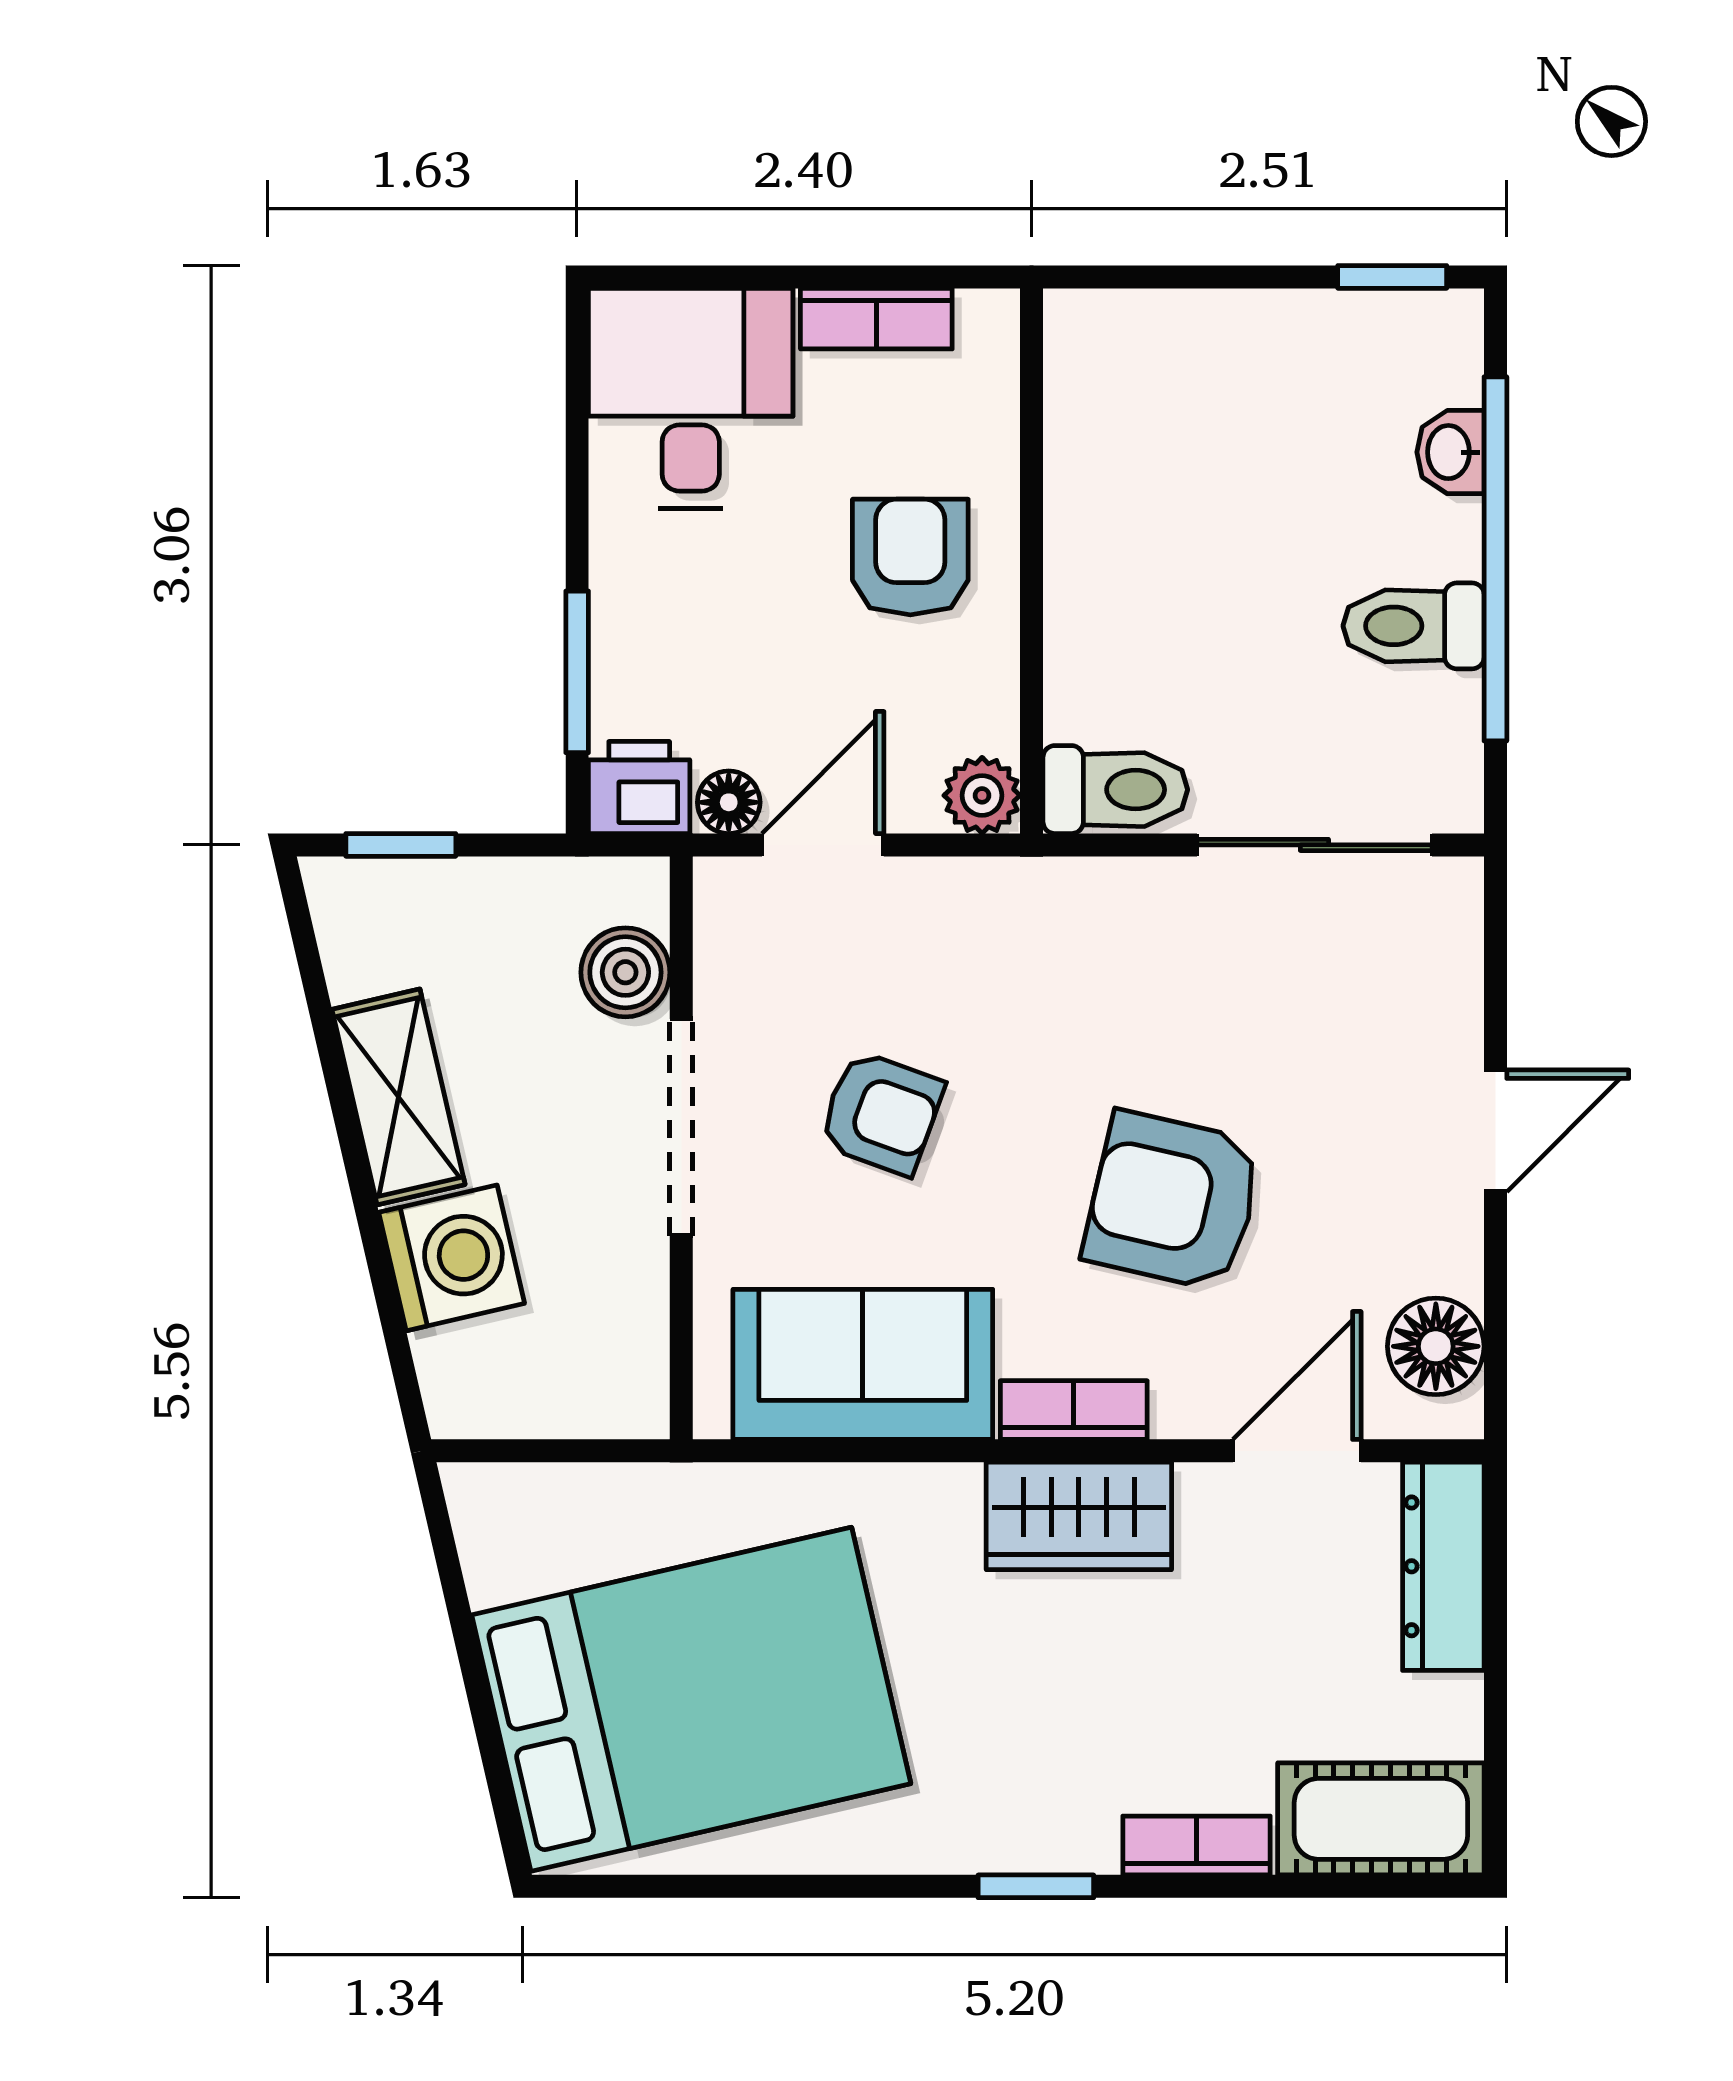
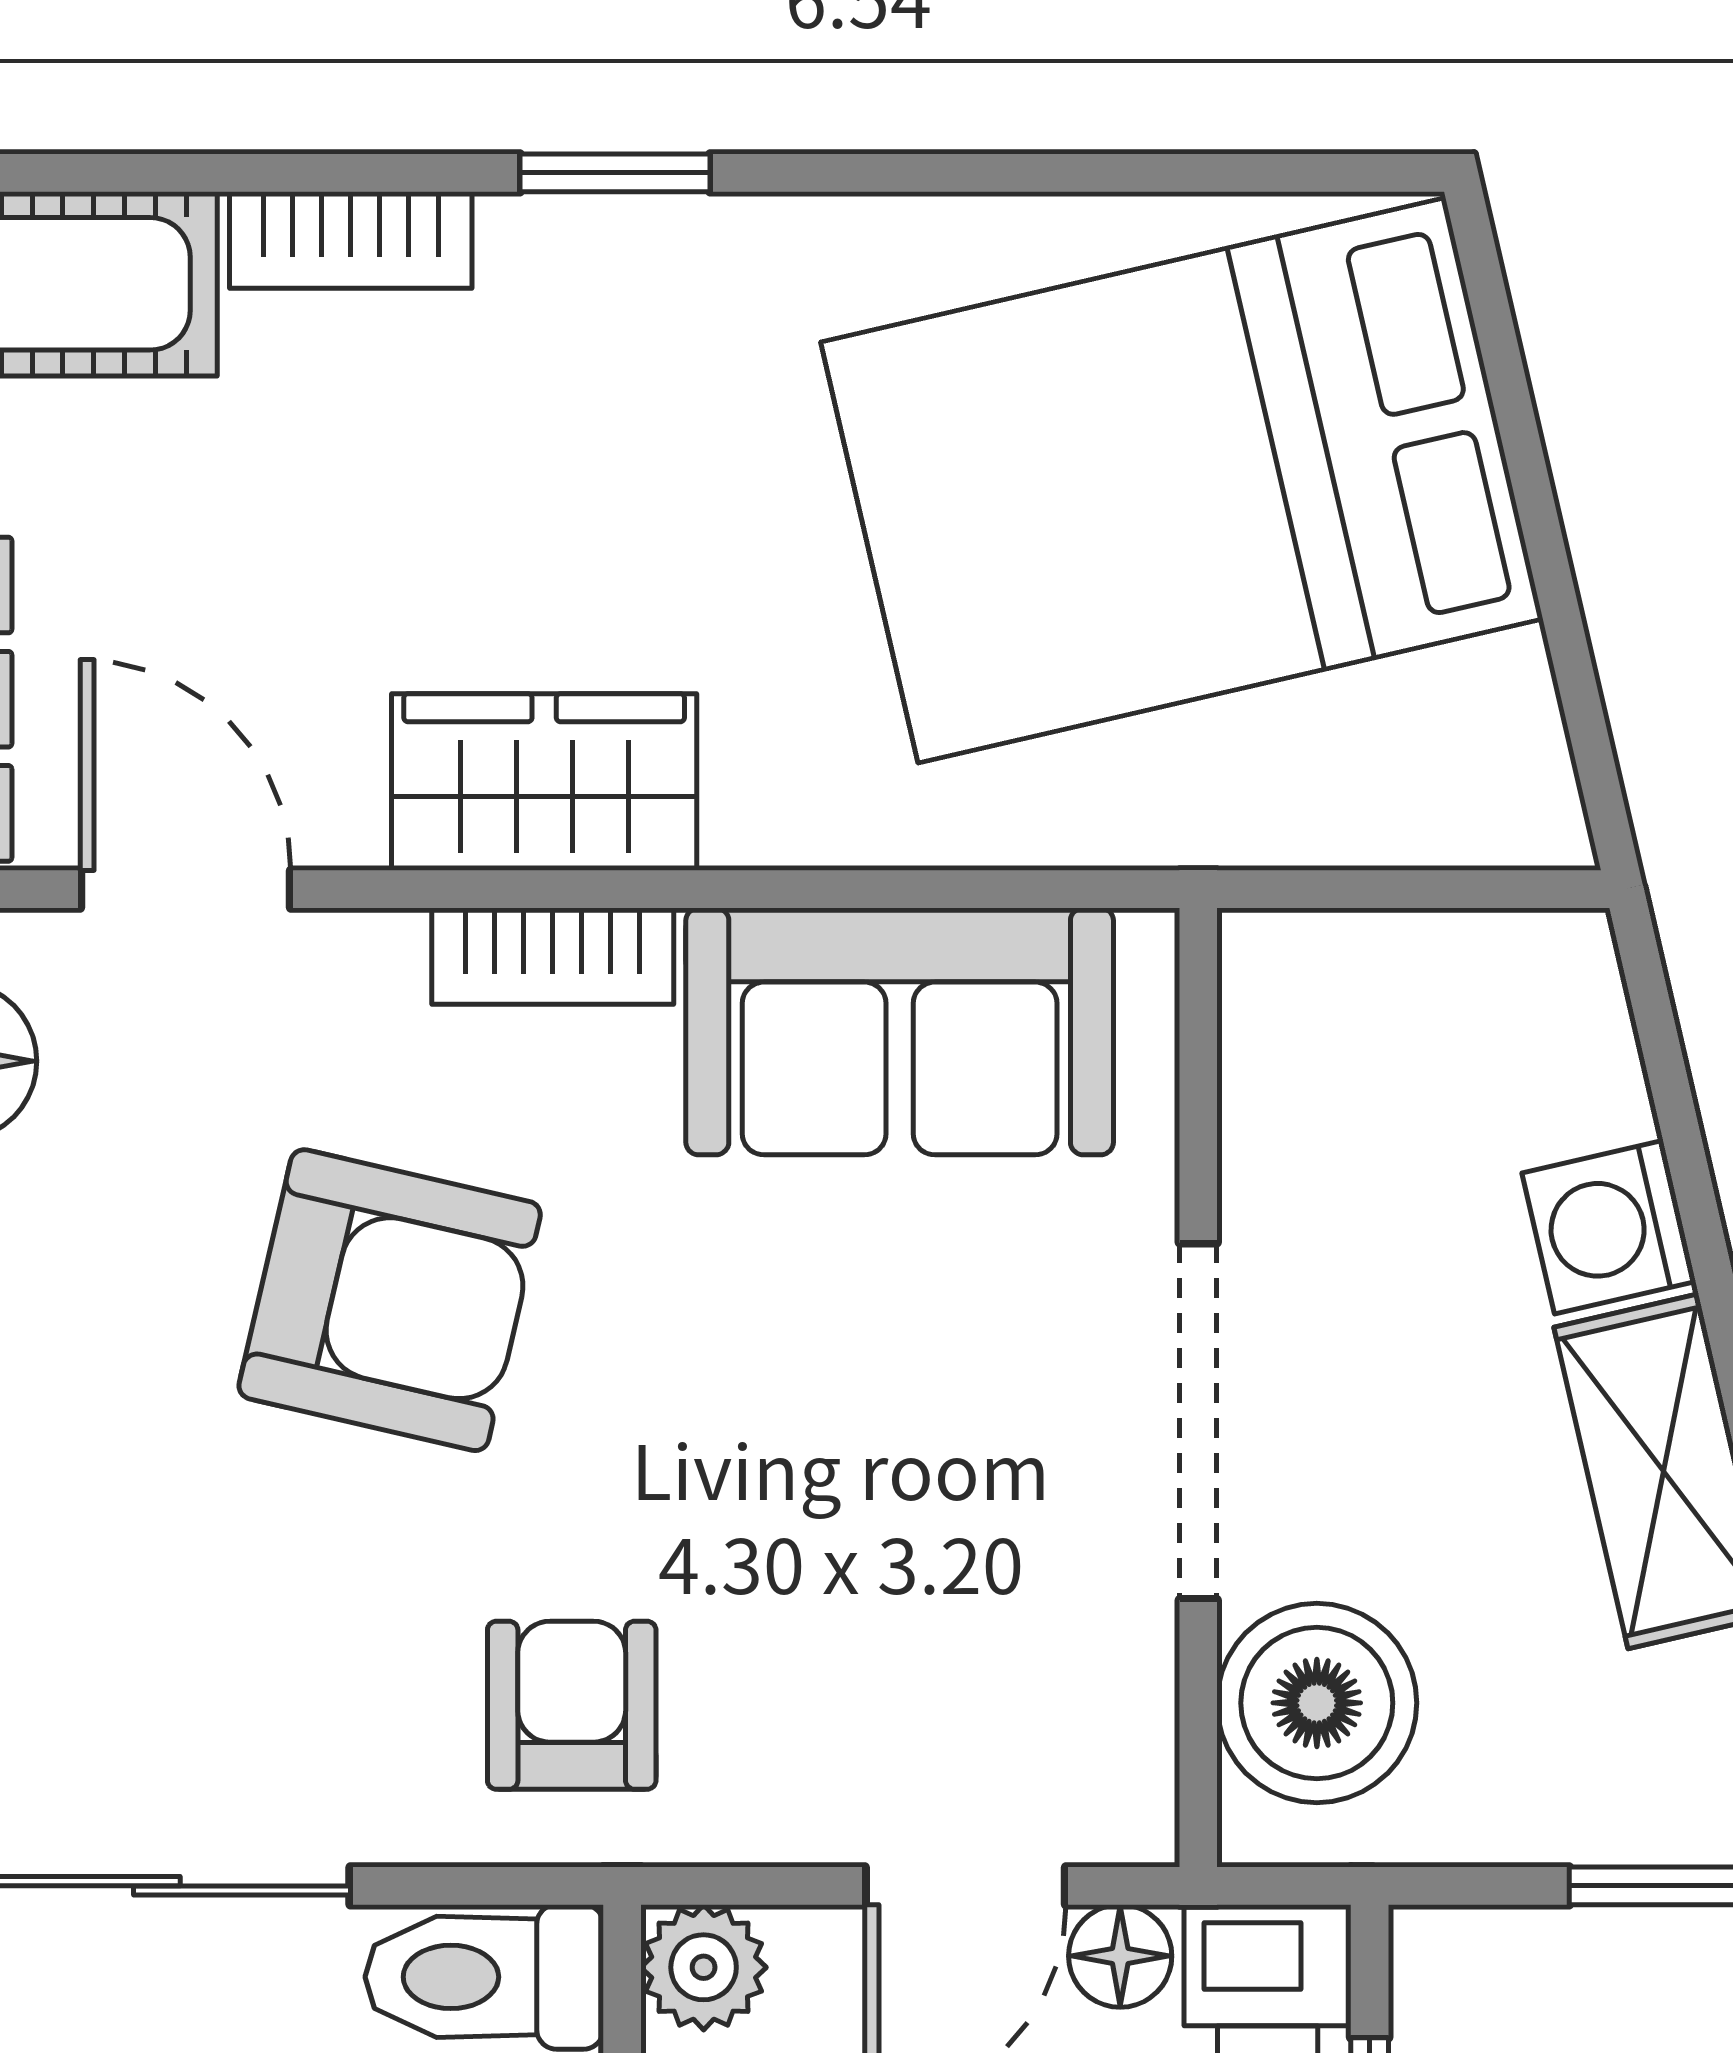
boiler: (625, 972) -> (1317, 1703), width x1.36, depth x1.36
armchair: (881, 1113) -> (572, 1705), moved, turned 70
washing machine: (452, 1258) -> (1609, 1227), width x0.73, depth x0.73
door: (1297, 1451) -> (185, 889), swing flipped

